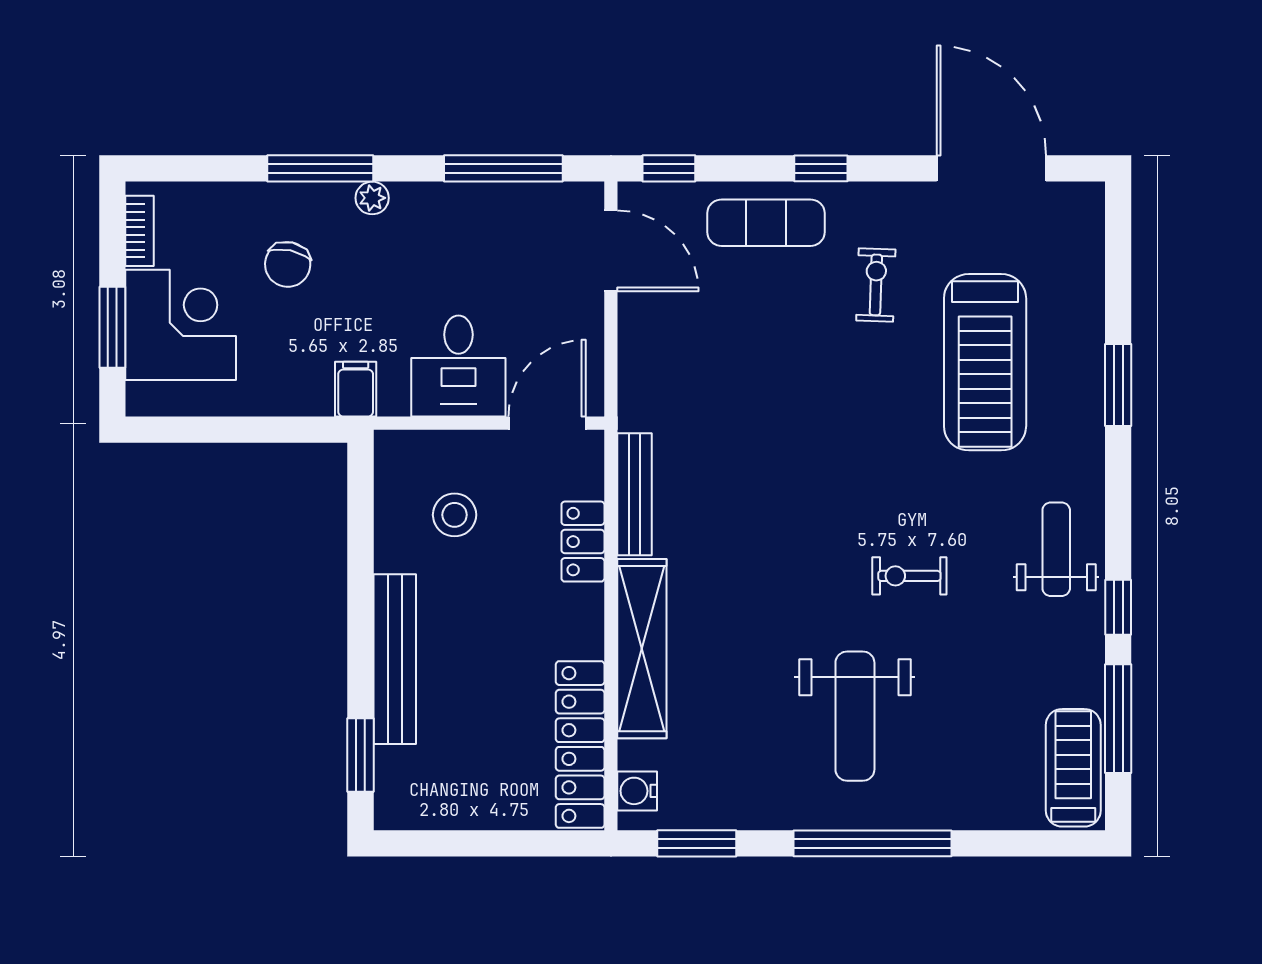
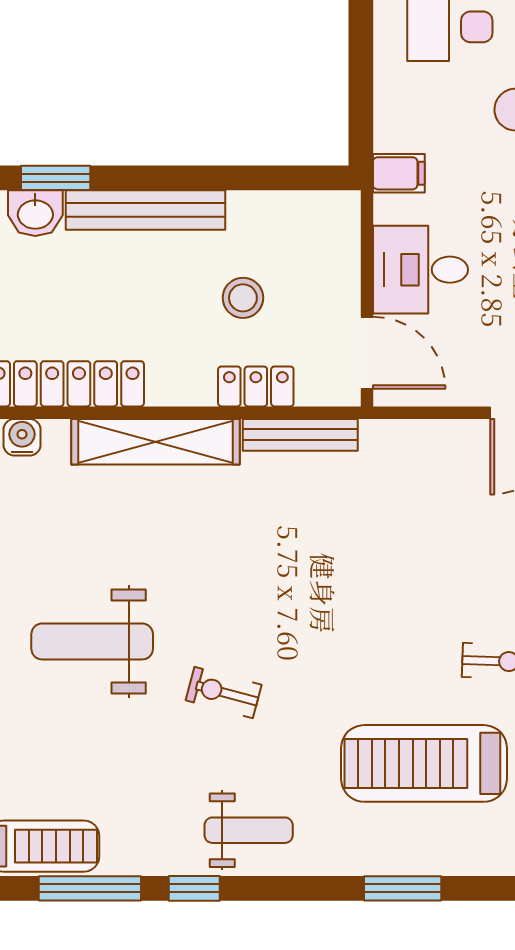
stool: (455, 515) -> (243, 298), moved
exercise bike: (909, 576) -> (224, 693), turned -75
washbasin: (398, 777) -> (35, 213), added

